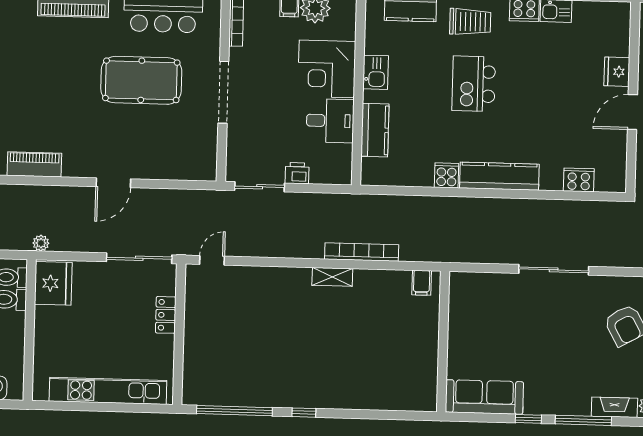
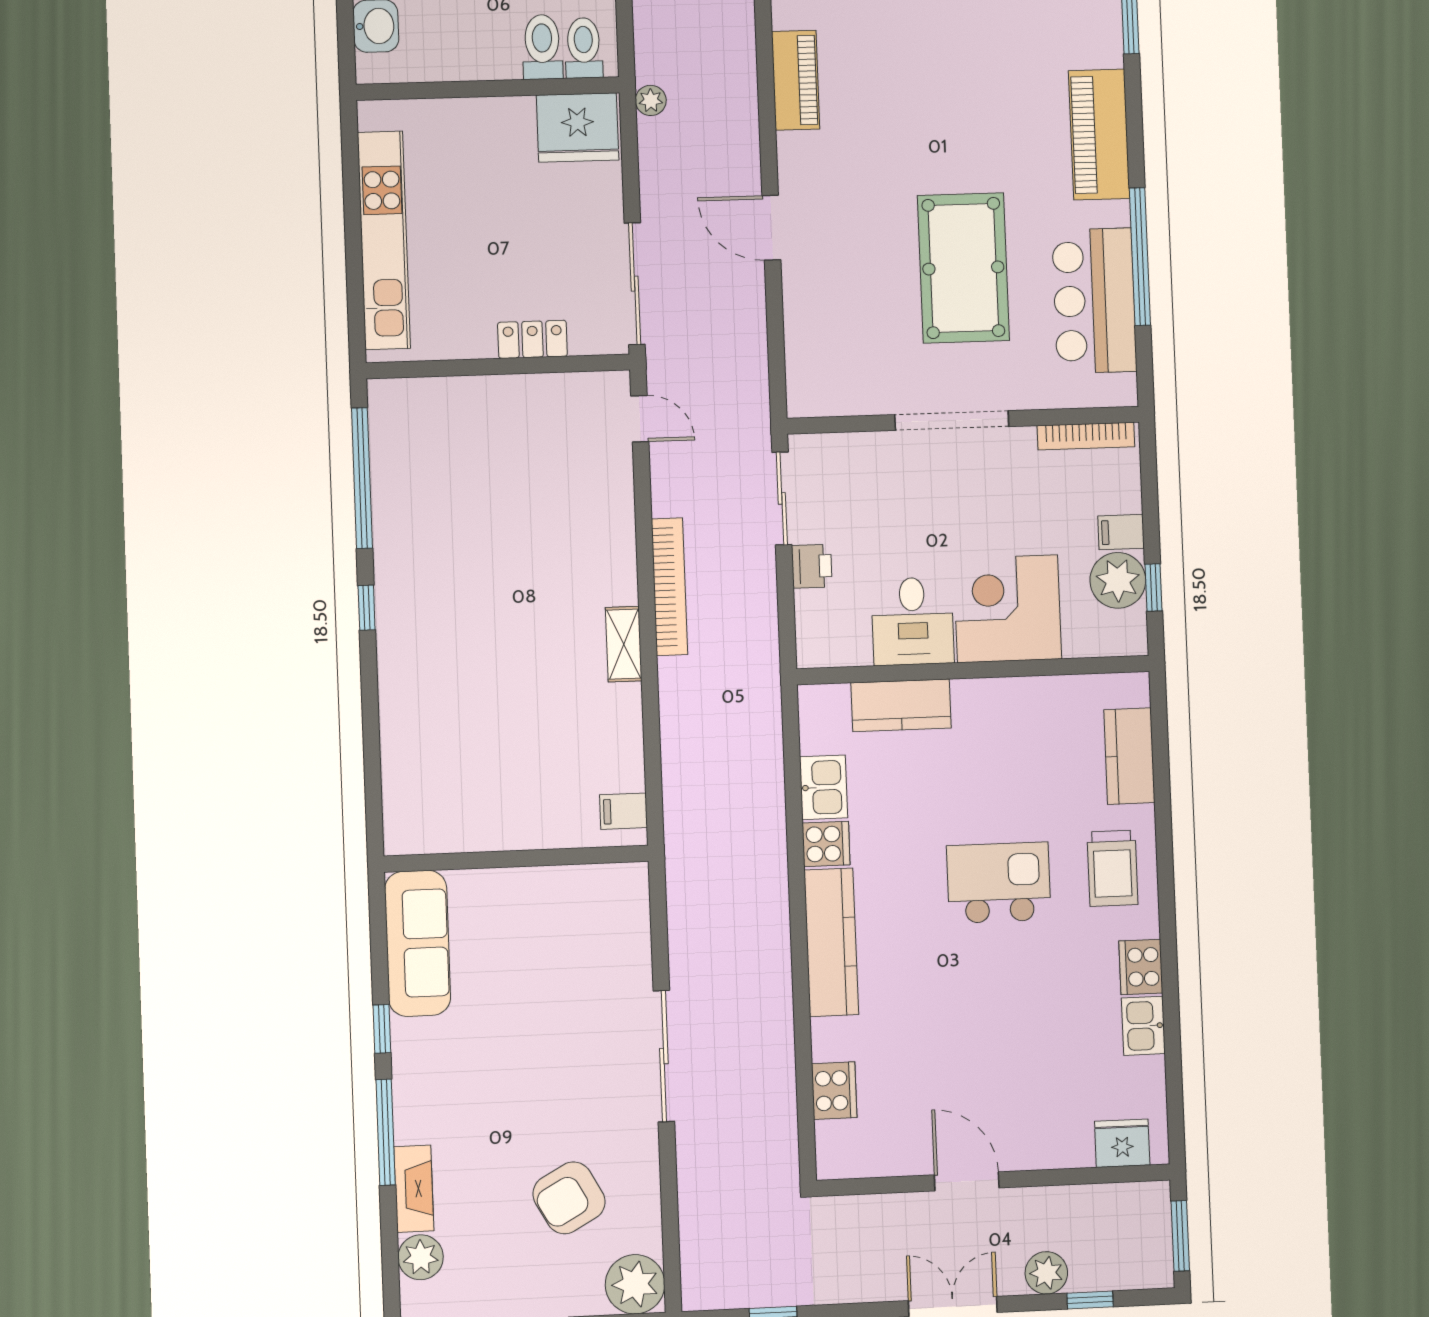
kitchen sink: (376, 72) -> (824, 787), moved, turned -90
fridge: (617, 72) -> (1122, 1143), moved
bookcase: (362, 252) -> (669, 587), moved

